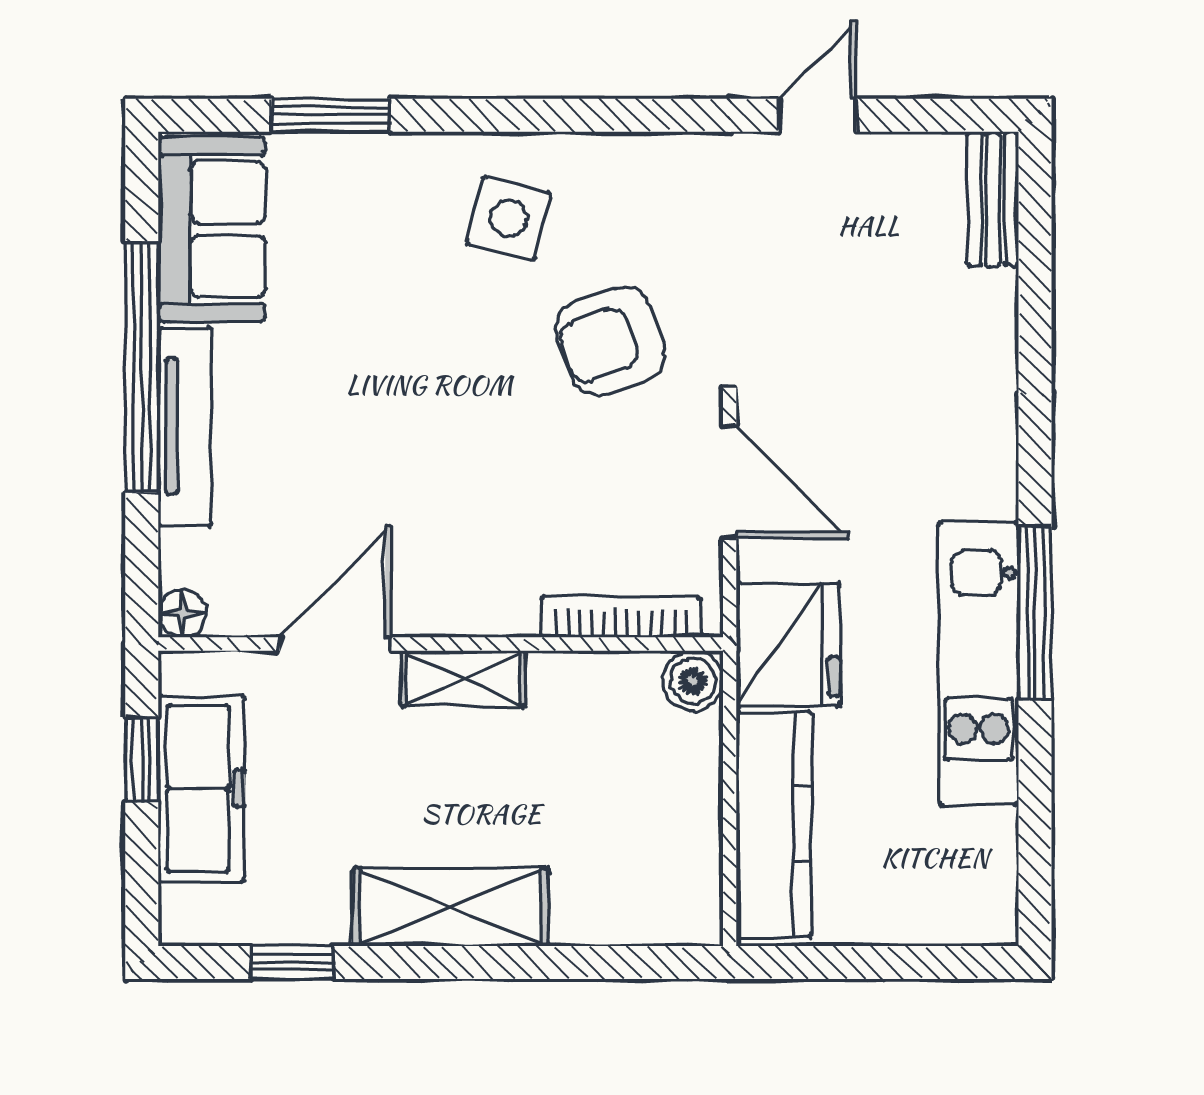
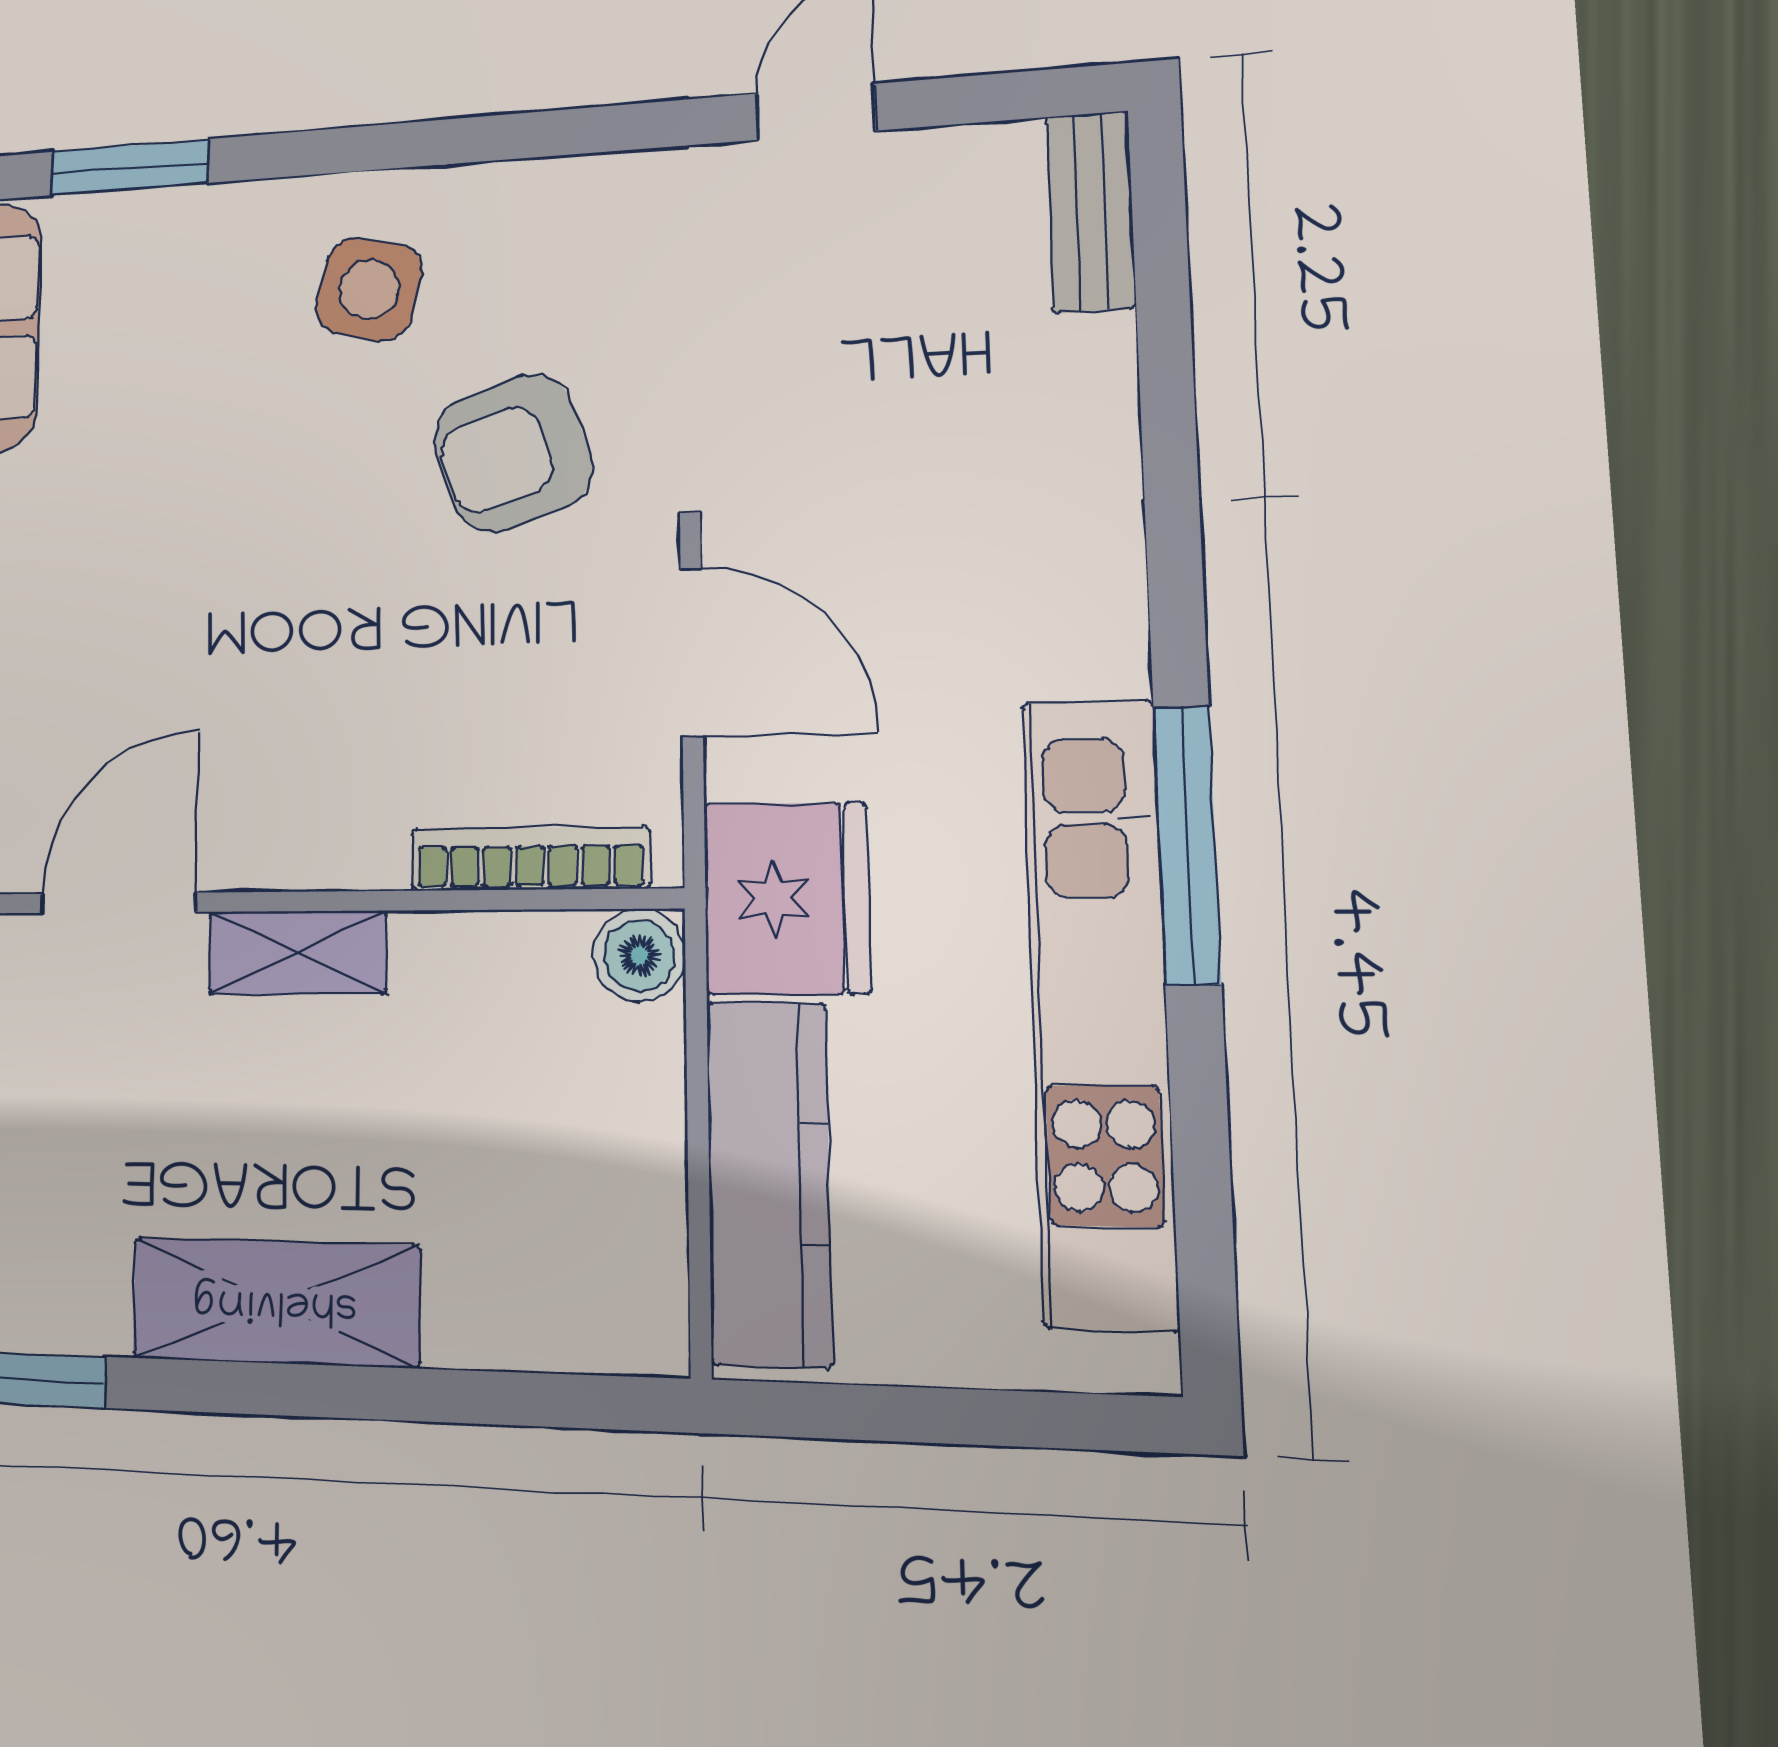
kitchen unit: (979, 664) -> (1099, 1010), width x1.36

